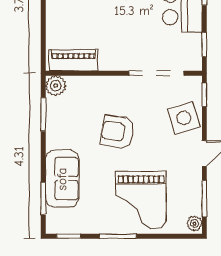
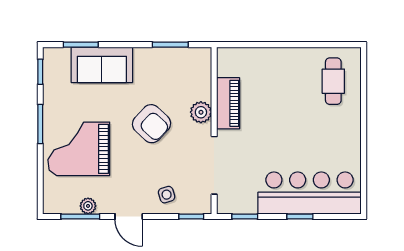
piano: (73, 60) -> (228, 103), moved
plant: (56, 86) -> (201, 112), moved
side table: (184, 118) -> (167, 195), width x0.54, depth x0.54
armchair: (117, 132) -> (152, 124), turned 123
plant: (194, 224) -> (88, 206), moved

